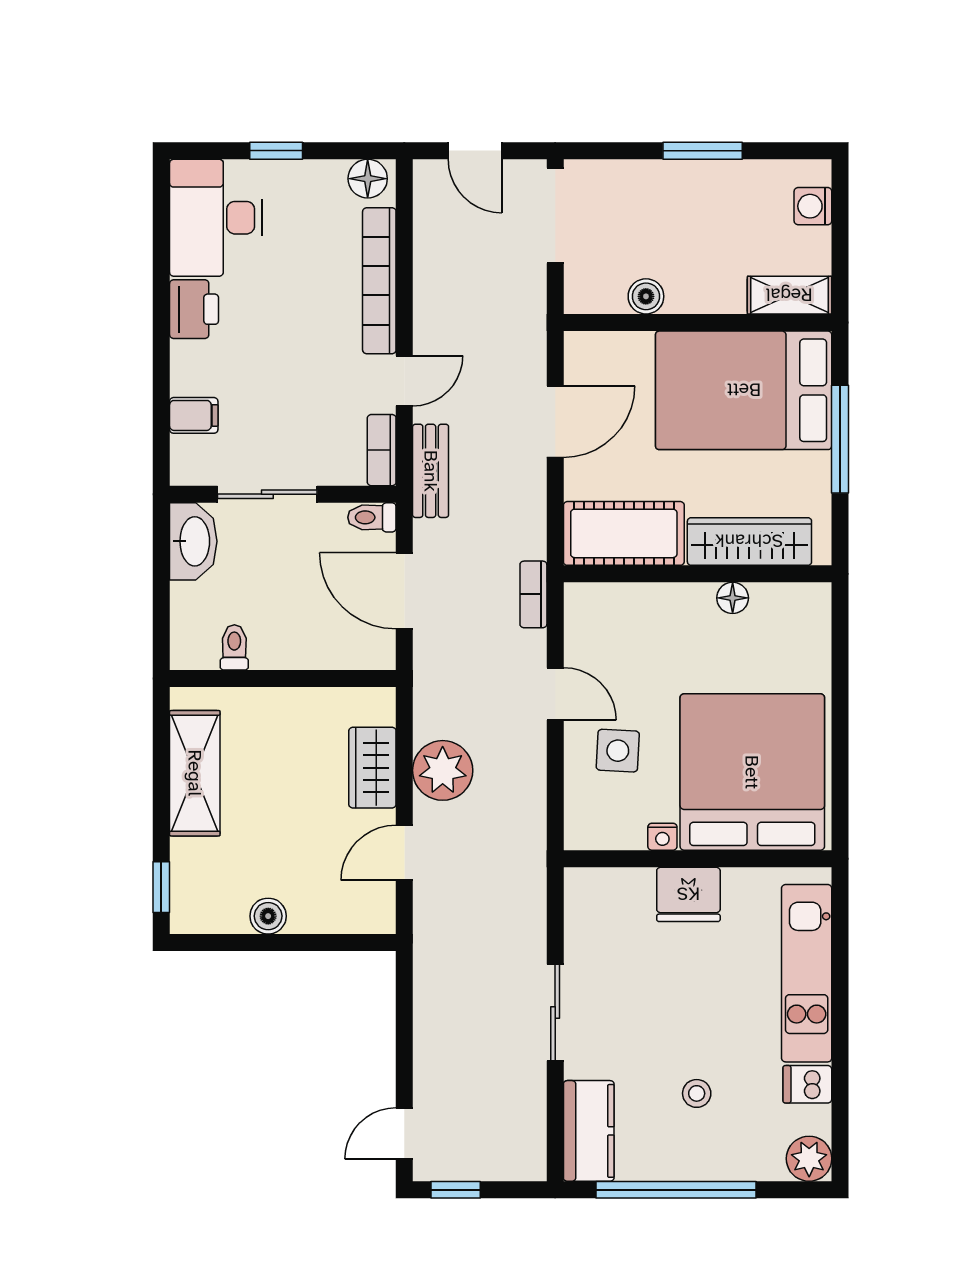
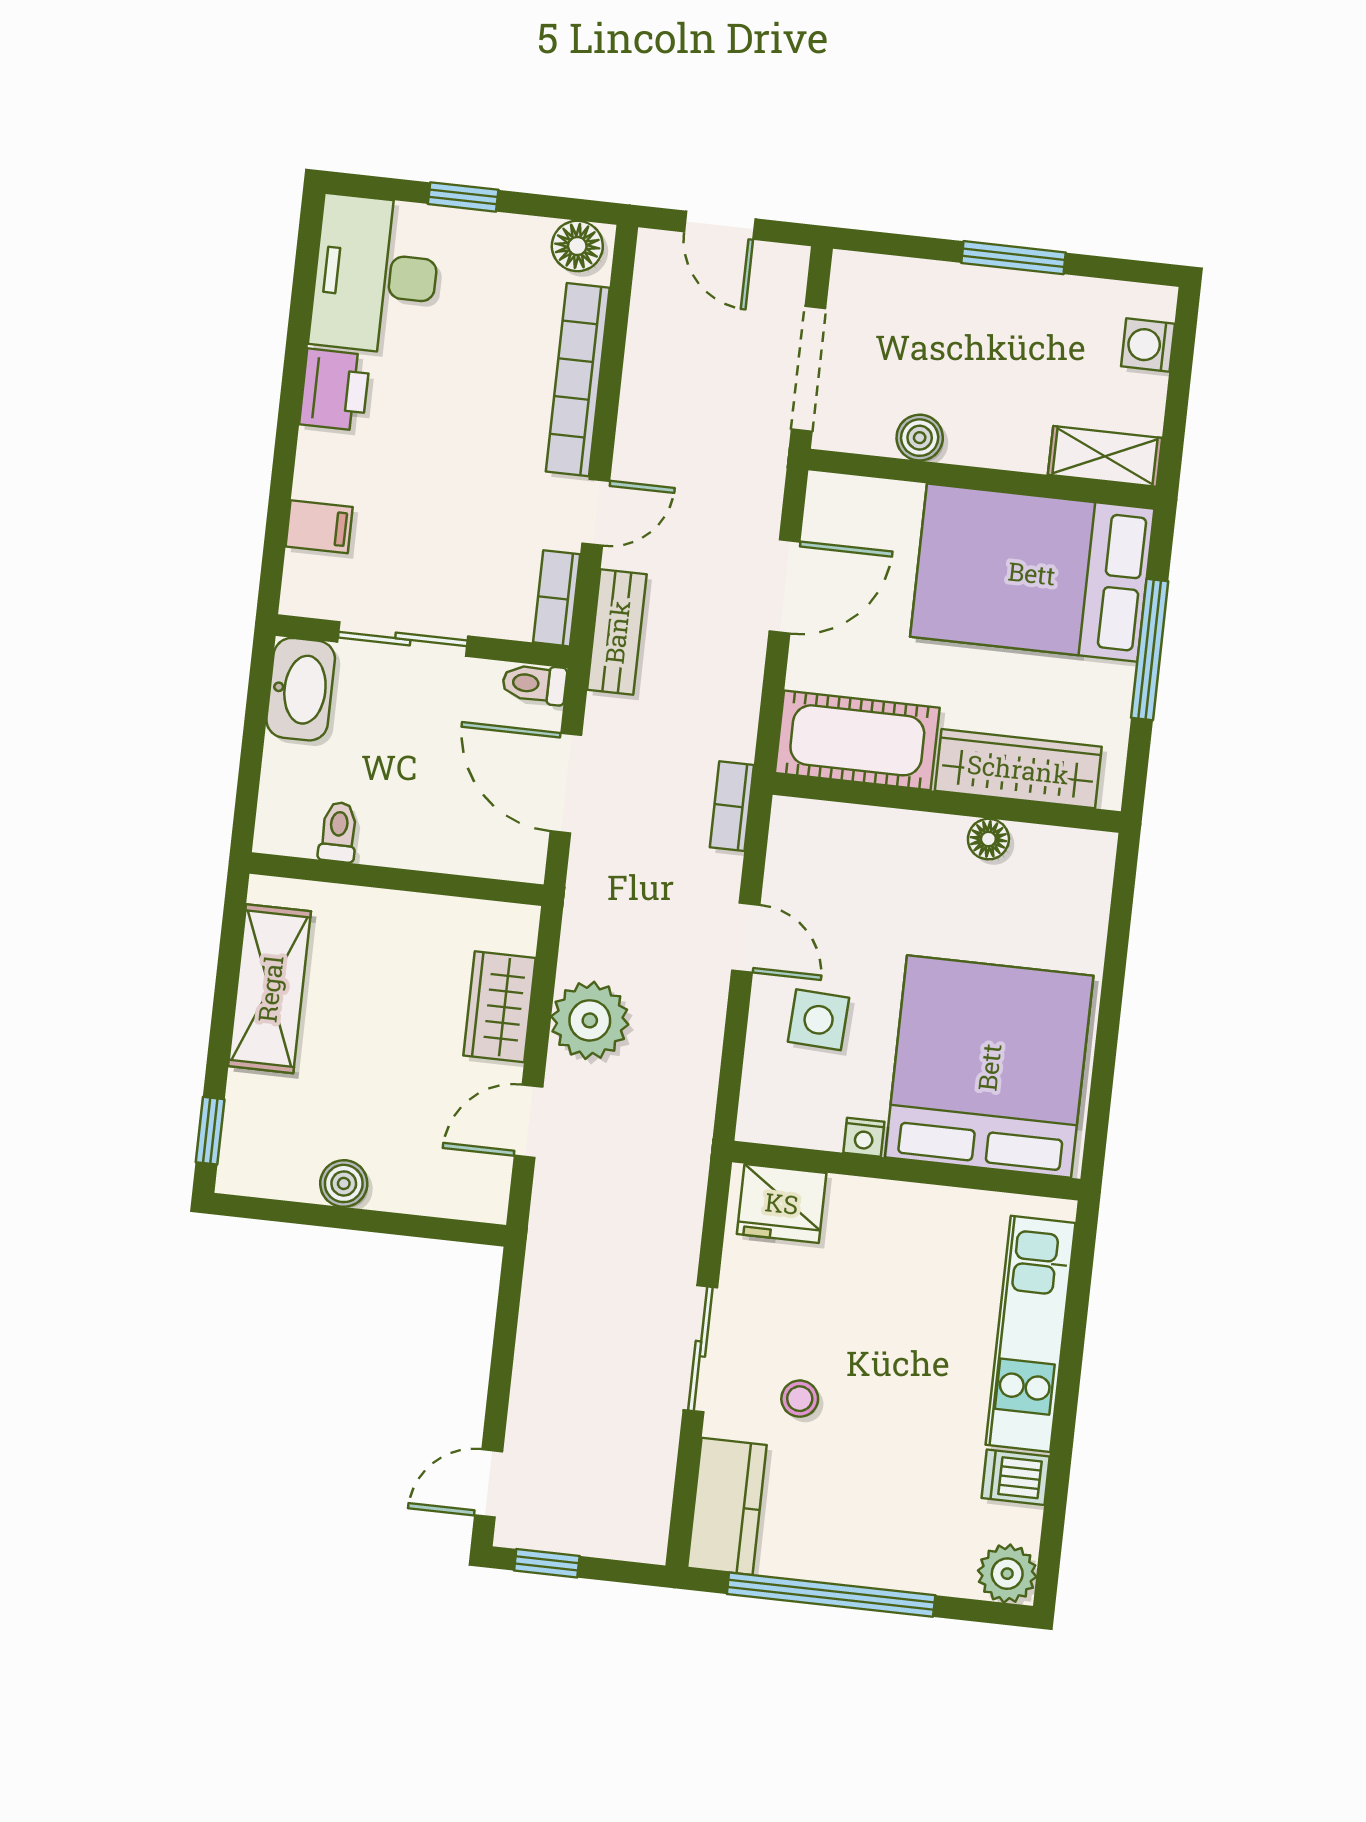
doorway: (555, 215) -> (809, 369), moved
fridge: (688, 894) -> (782, 1203), moved
stool: (697, 1093) -> (800, 1399), moved

